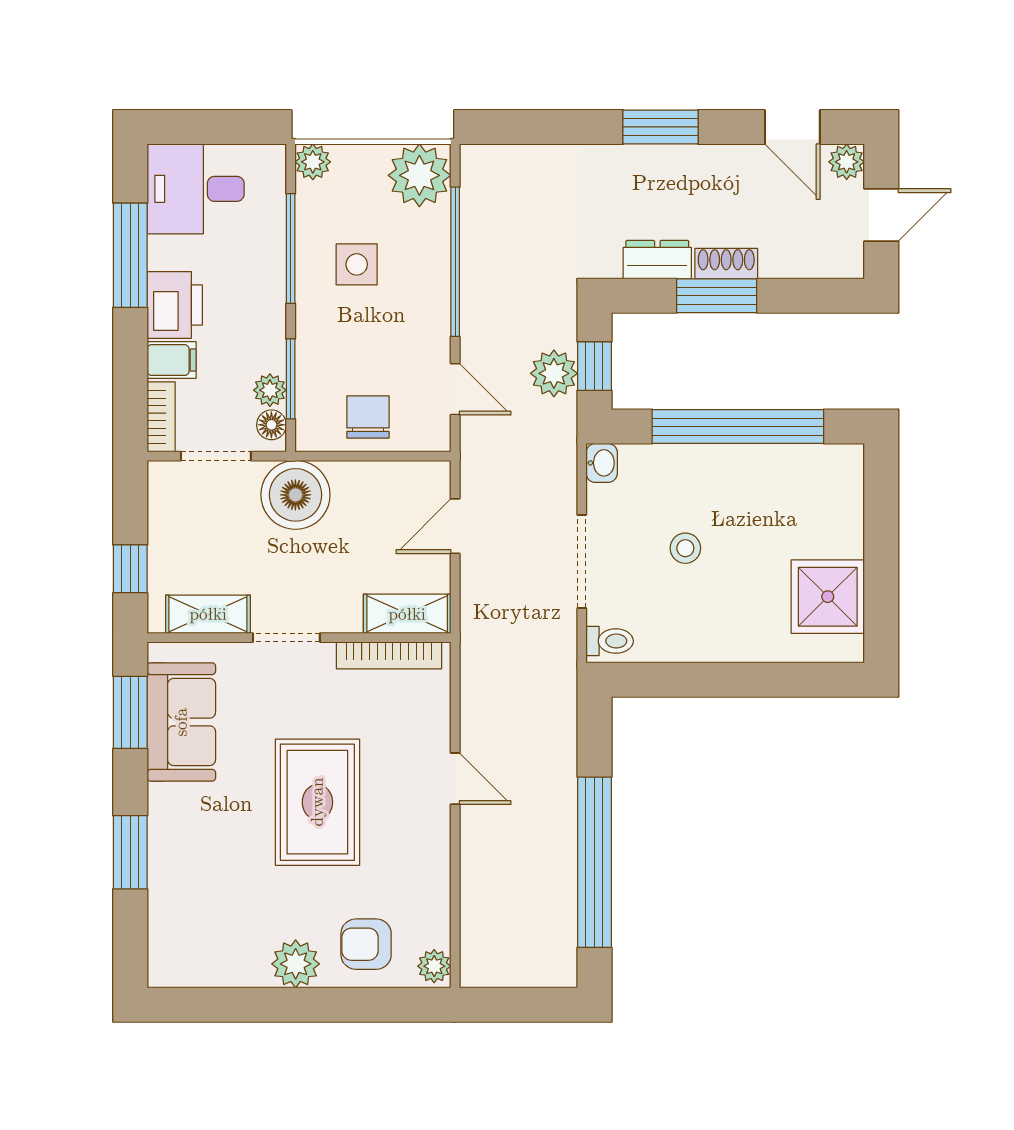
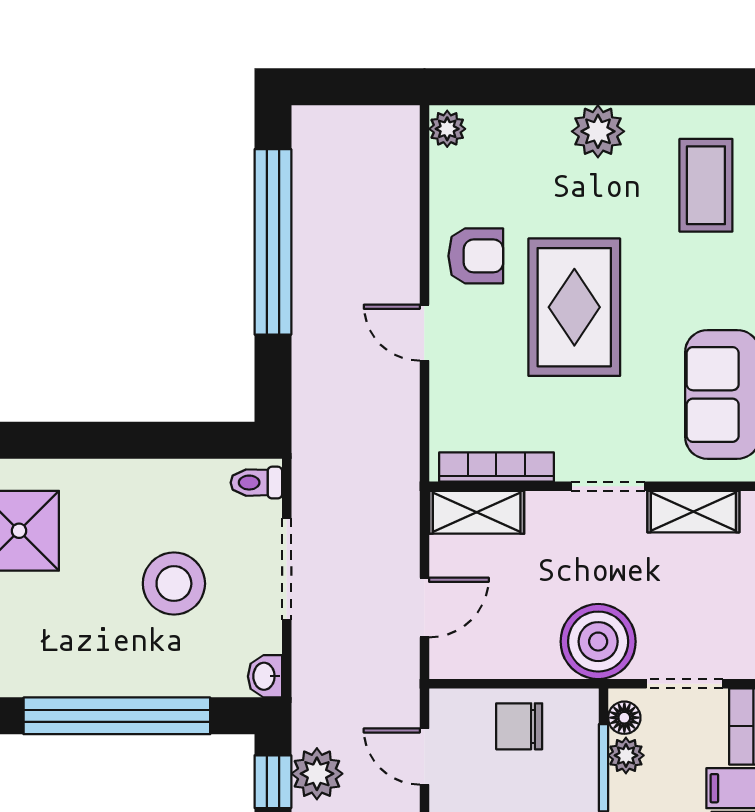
chair: (368, 417) -> (519, 726), turned 90
stool: (685, 548) -> (174, 584), width x1.89, depth x1.89
coffee table: (196, 914) -> (706, 185), added
armchair: (366, 944) -> (476, 256), moved

